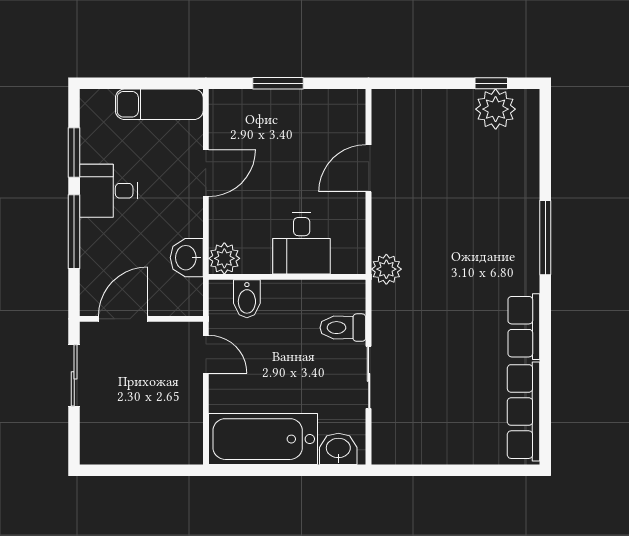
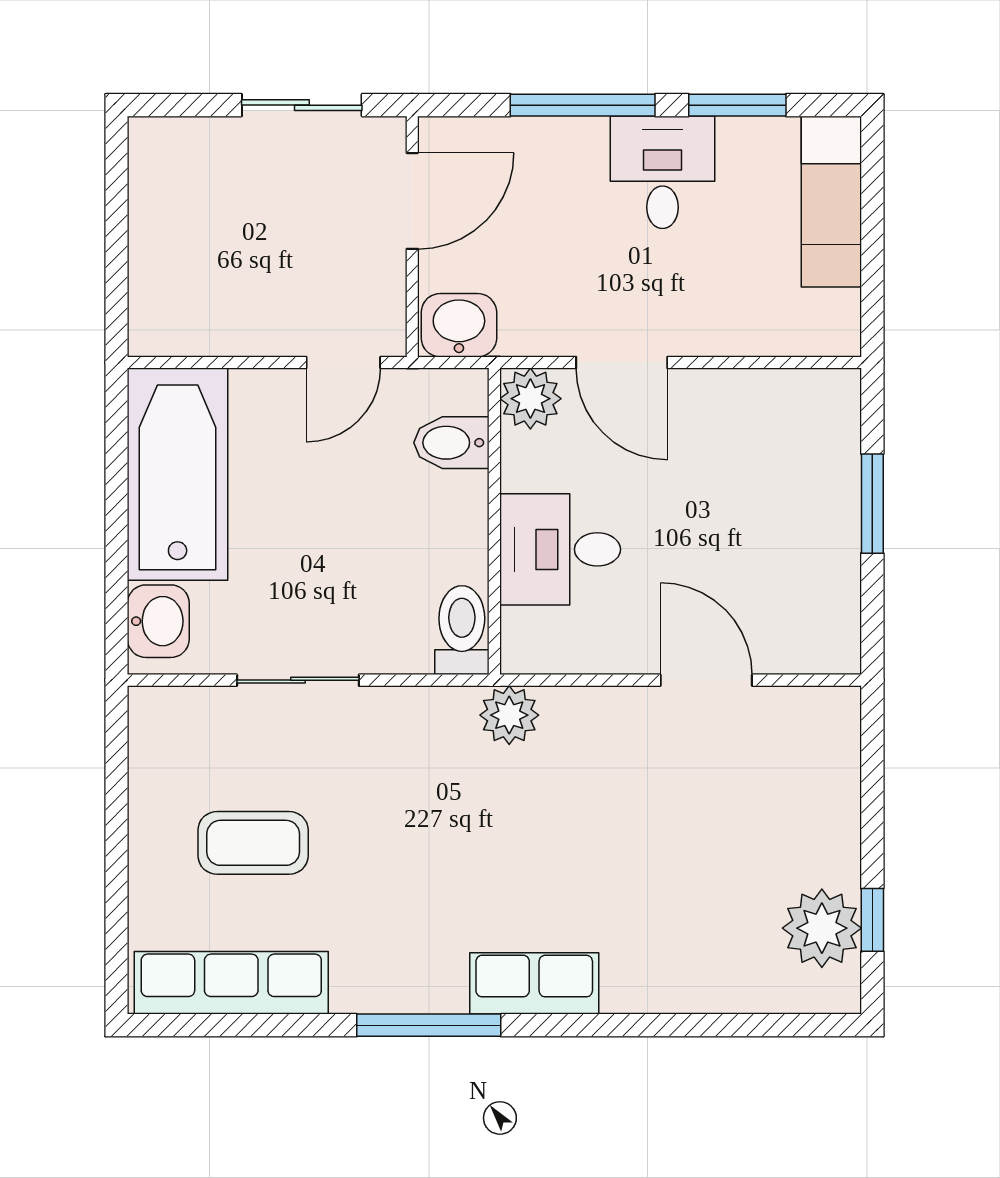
exam couch: (159, 104) -> (831, 202), moved
door: (206, 173) -> (622, 363), moved
window: (545, 238) -> (429, 1025), moved
washbasin: (187, 258) -> (459, 325), moved
door: (123, 319) -> (412, 201), hinge flipped
row of seats: (524, 327) -> (534, 983), moved
toilet: (343, 328) -> (462, 630), moved
coffee table: (452, 400) -> (253, 843), added

